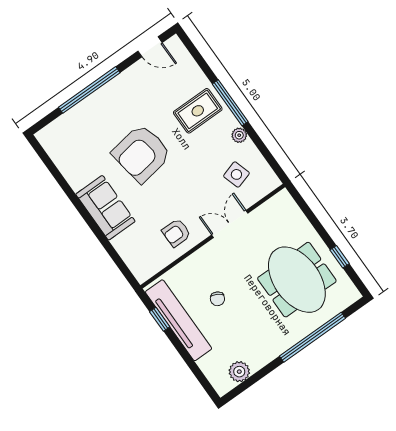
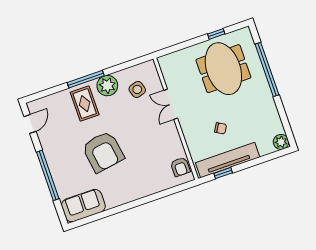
plant: (239, 135) -> (107, 86), width x1.88, depth x1.88
sofa: (105, 208) -> (83, 206), moved
armchair: (176, 233) -> (180, 167), moved
meeting table: (297, 280) -> (223, 69), turned 90
plant: (239, 372) -> (281, 142), moved

